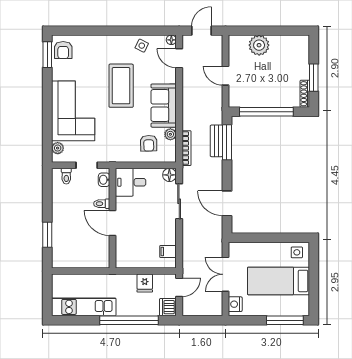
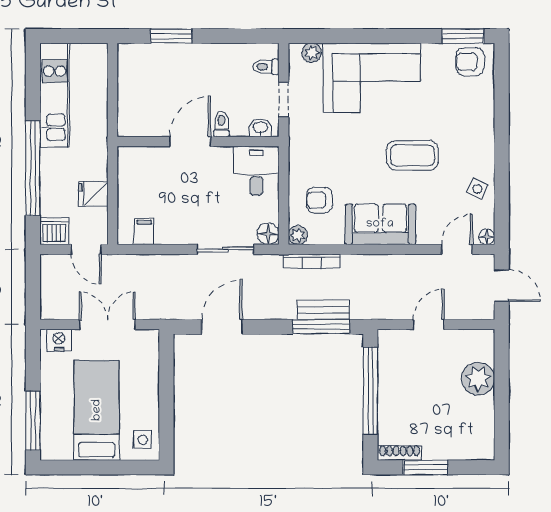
coffee table: (121, 86) -> (412, 155), width x0.73, depth x0.76
plant: (170, 134) -> (298, 235), moved

